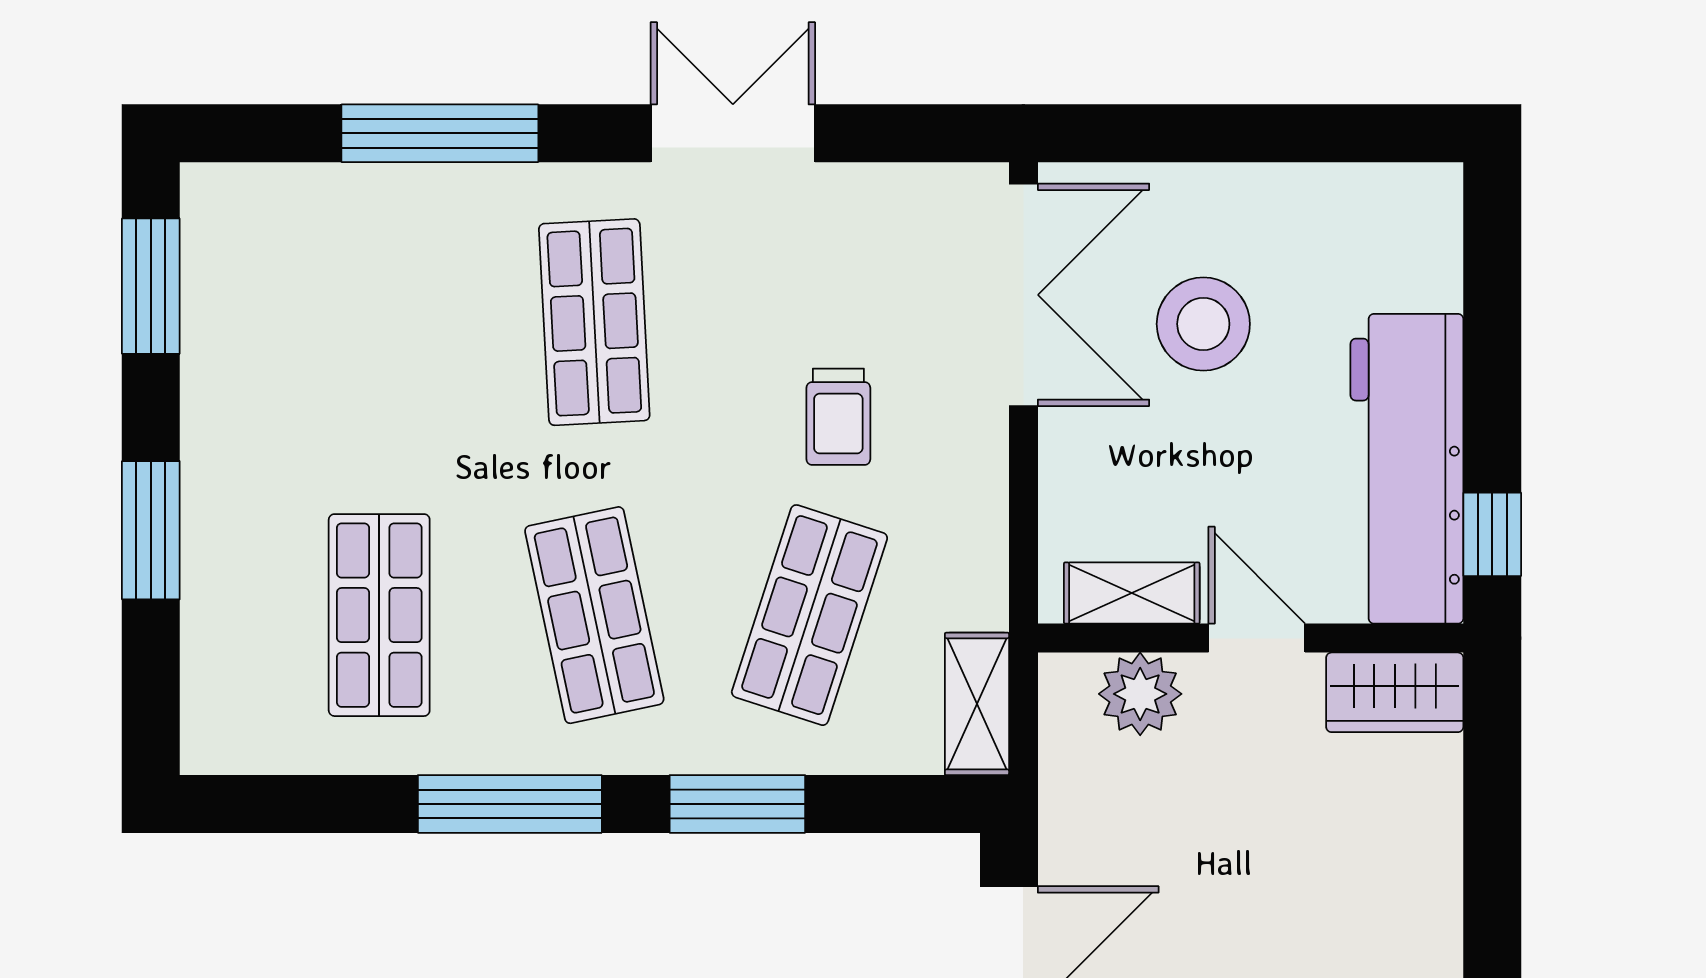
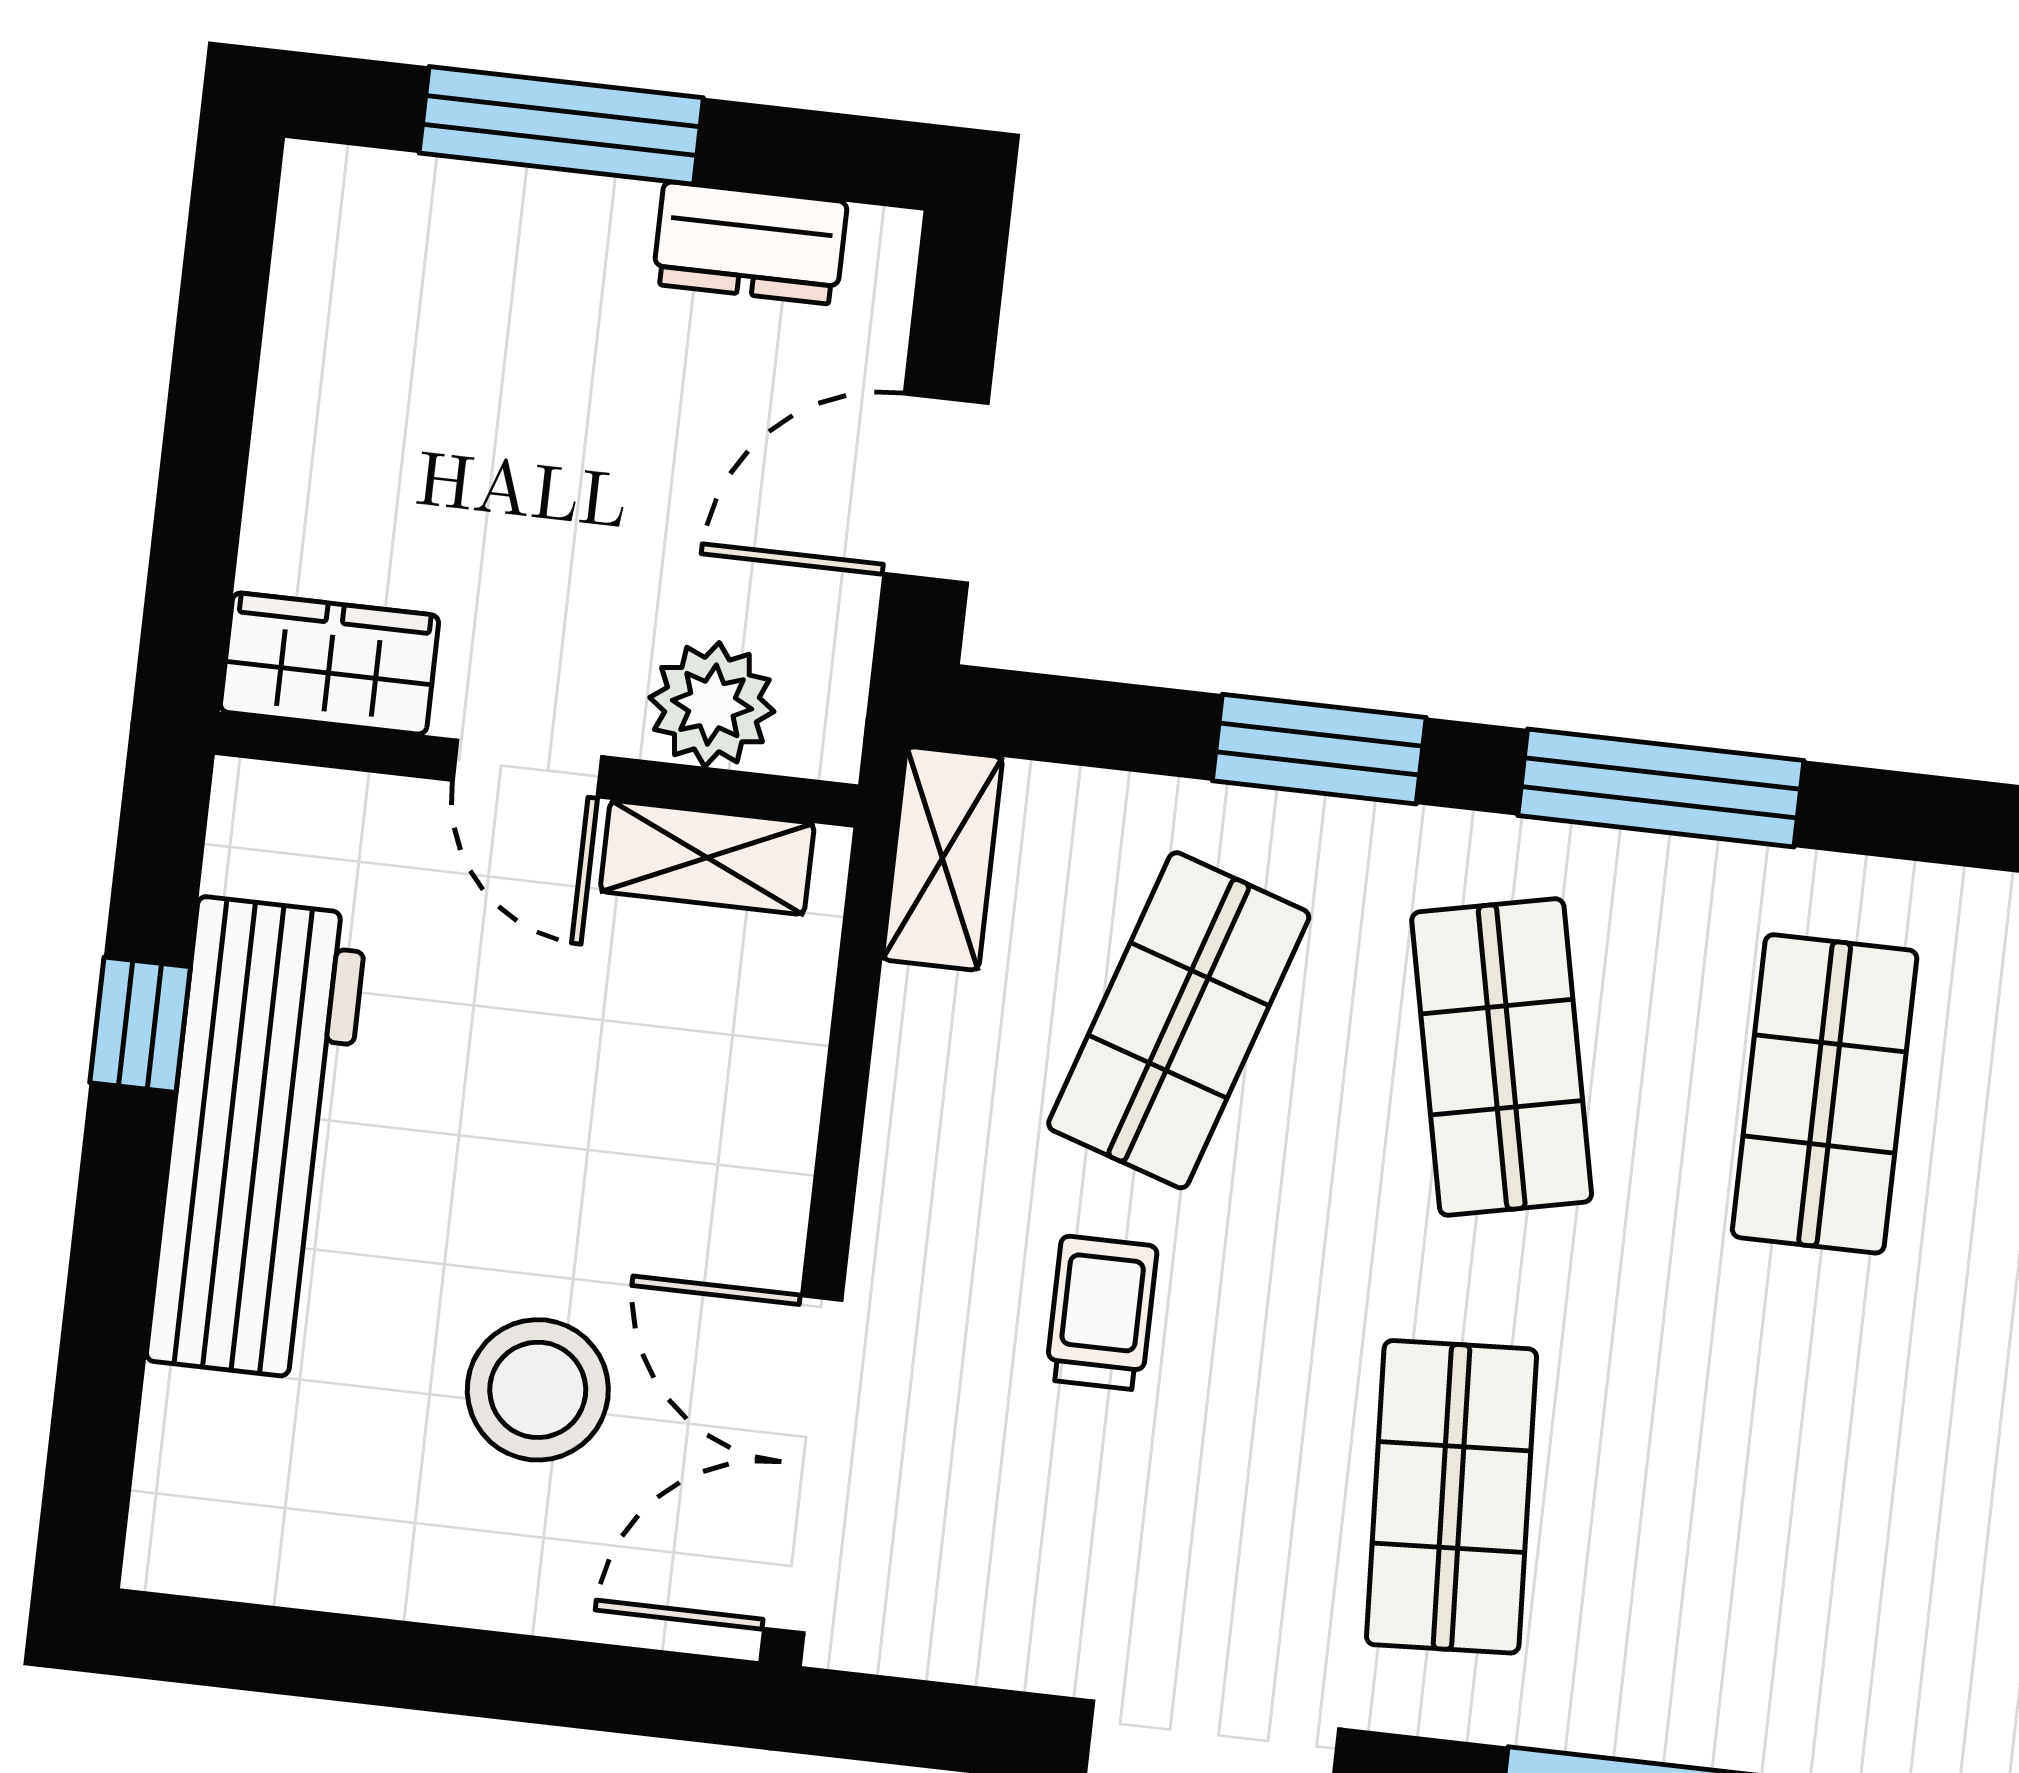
shelving: (1132, 593) -> (707, 857), moved
wall: (1251, 638) -> (537, 770), moved
door: (1257, 638) -> (527, 769), moved
wardrobe: (1395, 692) -> (330, 664), moved
plant: (1140, 694) -> (712, 705), moved

